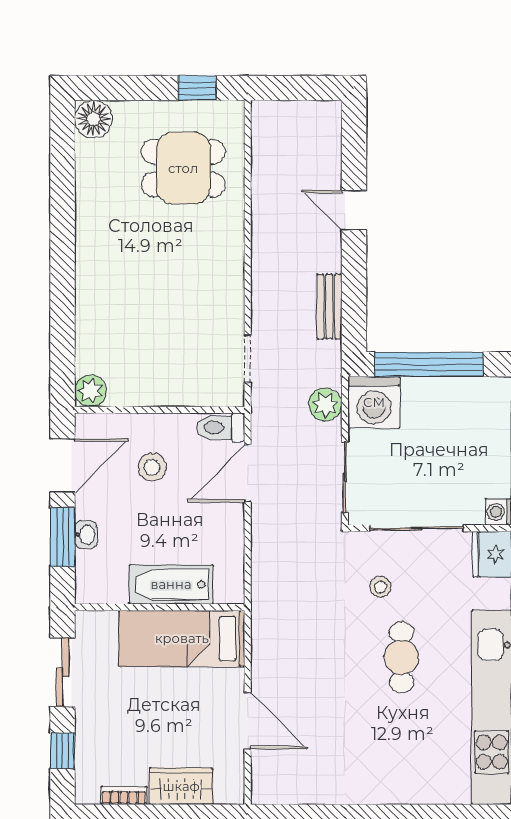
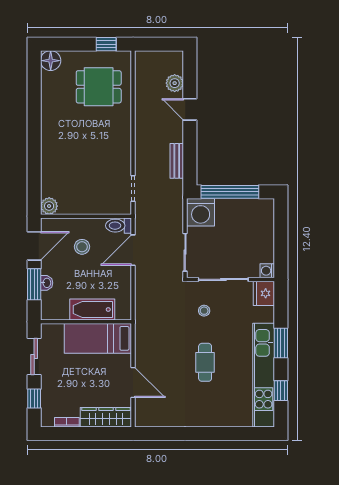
plant: (325, 405) -> (175, 83), moved
cafe table: (401, 657) -> (205, 362), moved
wardrobe: (181, 786) -> (106, 417), width x1.50

